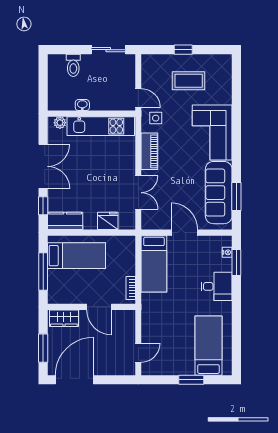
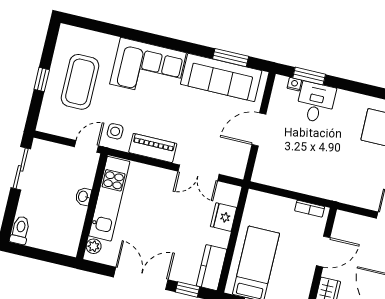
toilet: (73, 65) -> (20, 230), moved, turned -90
coffee table: (189, 81) -> (80, 82), width x1.36, depth x1.32
washbasin: (82, 105) -> (83, 196), moved
double door: (138, 193) -> (199, 173), swing flipped
bed: (154, 264) -> (288, 174), removed
desk: (217, 286) -> (316, 102), moved

